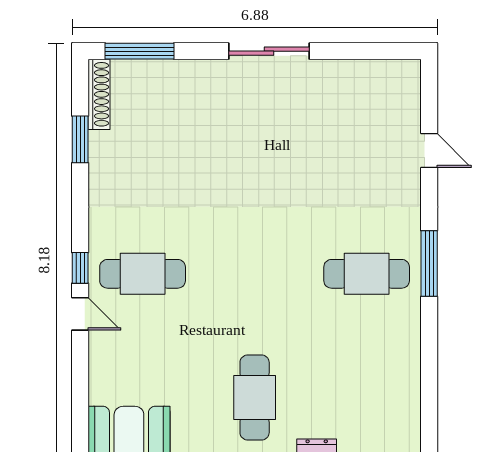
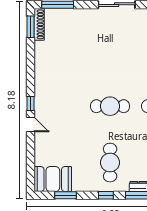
window: (80, 139) -> (30, 27), moved
cafe table: (143, 274) -> (110, 106), moved

